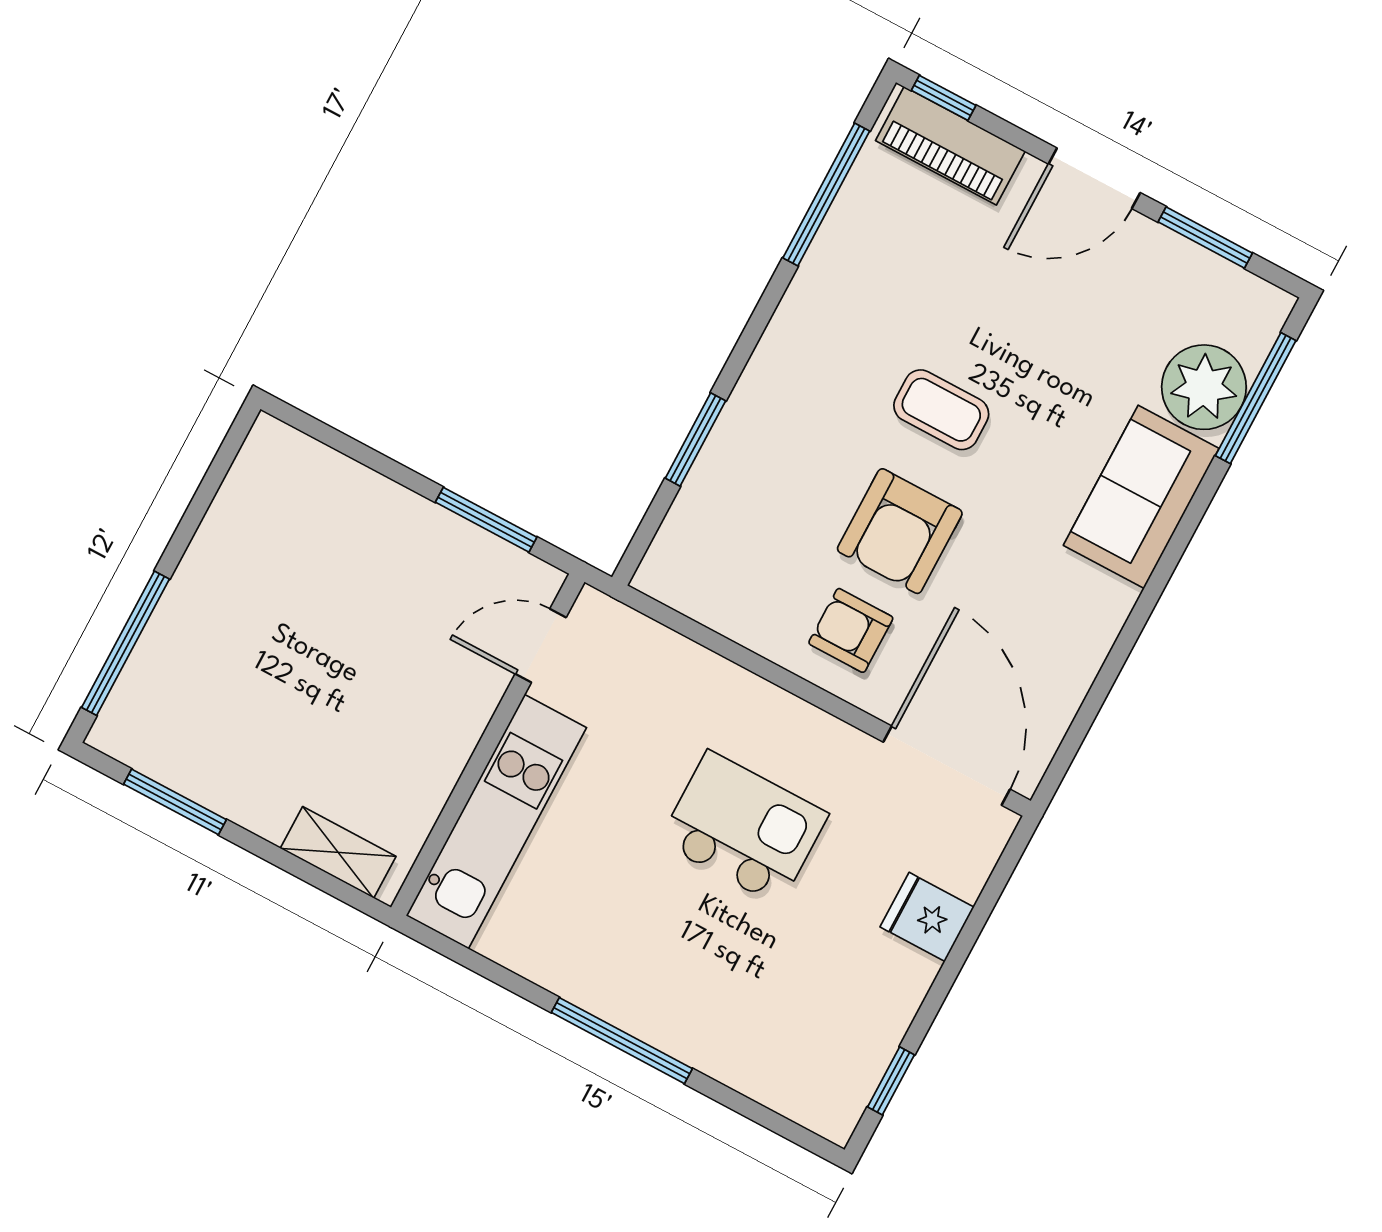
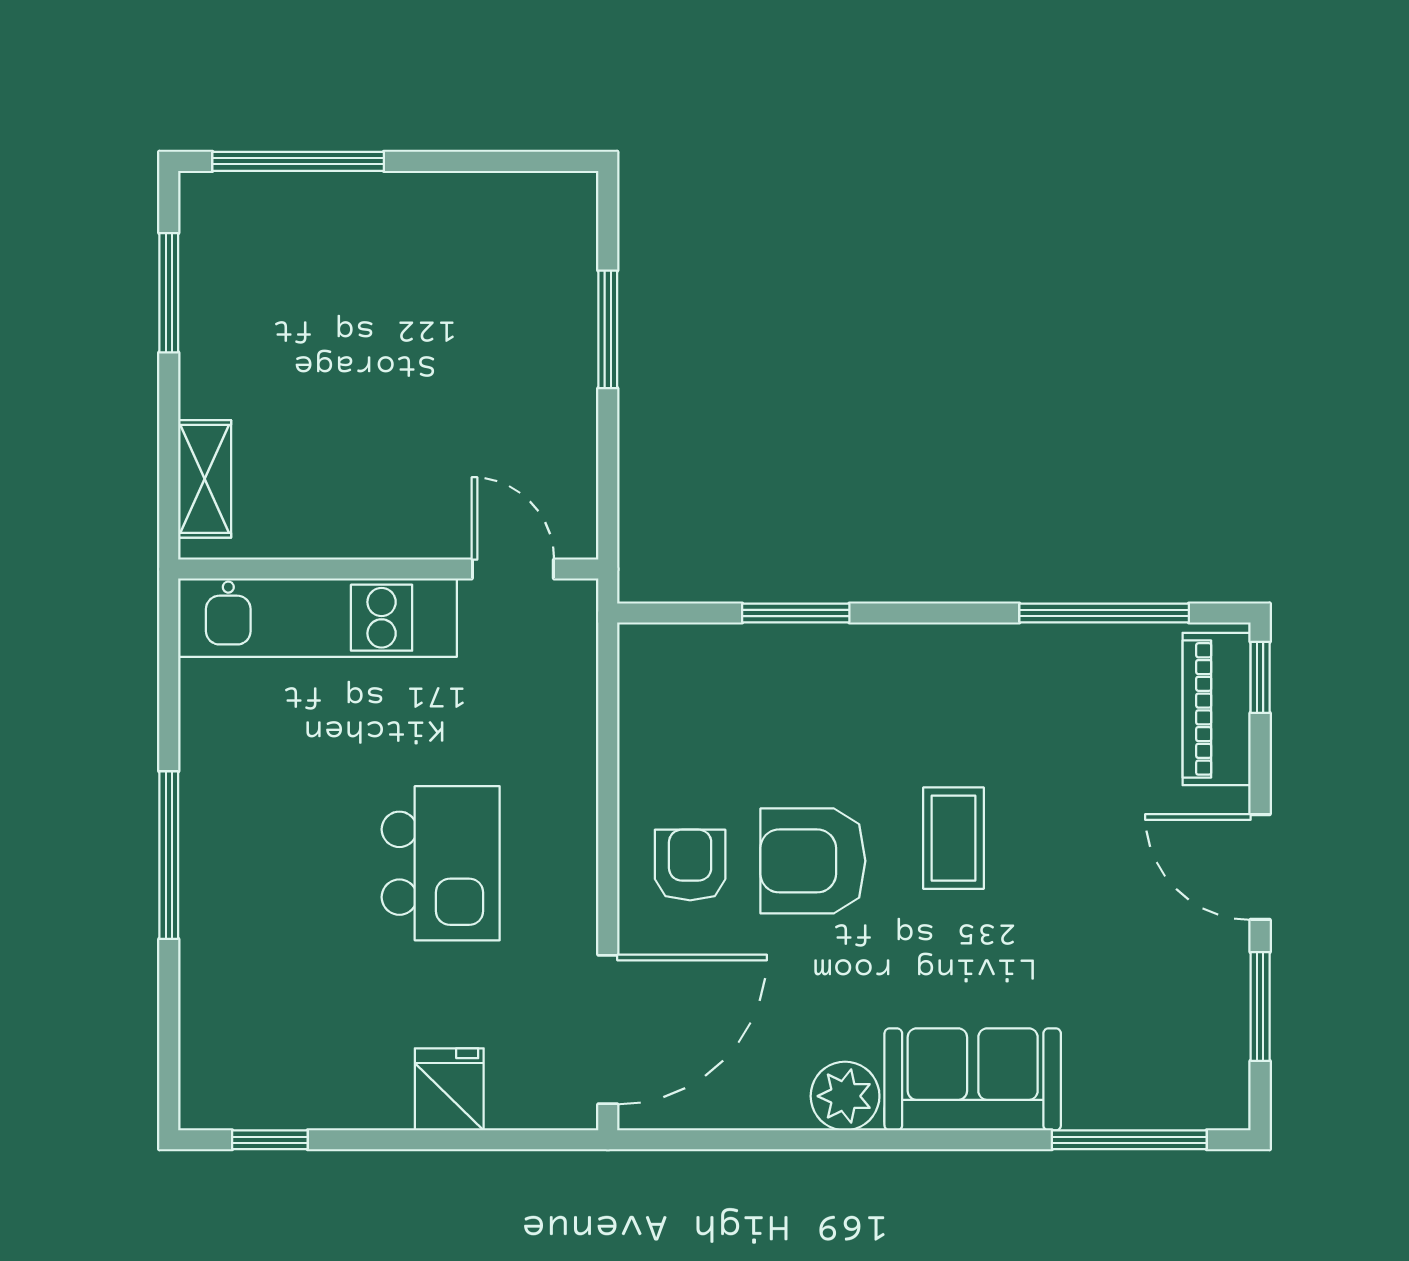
plant: (1204, 387) -> (845, 1096), moved, width x0.73, depth x0.73
window: (486, 520) -> (608, 329), moved

